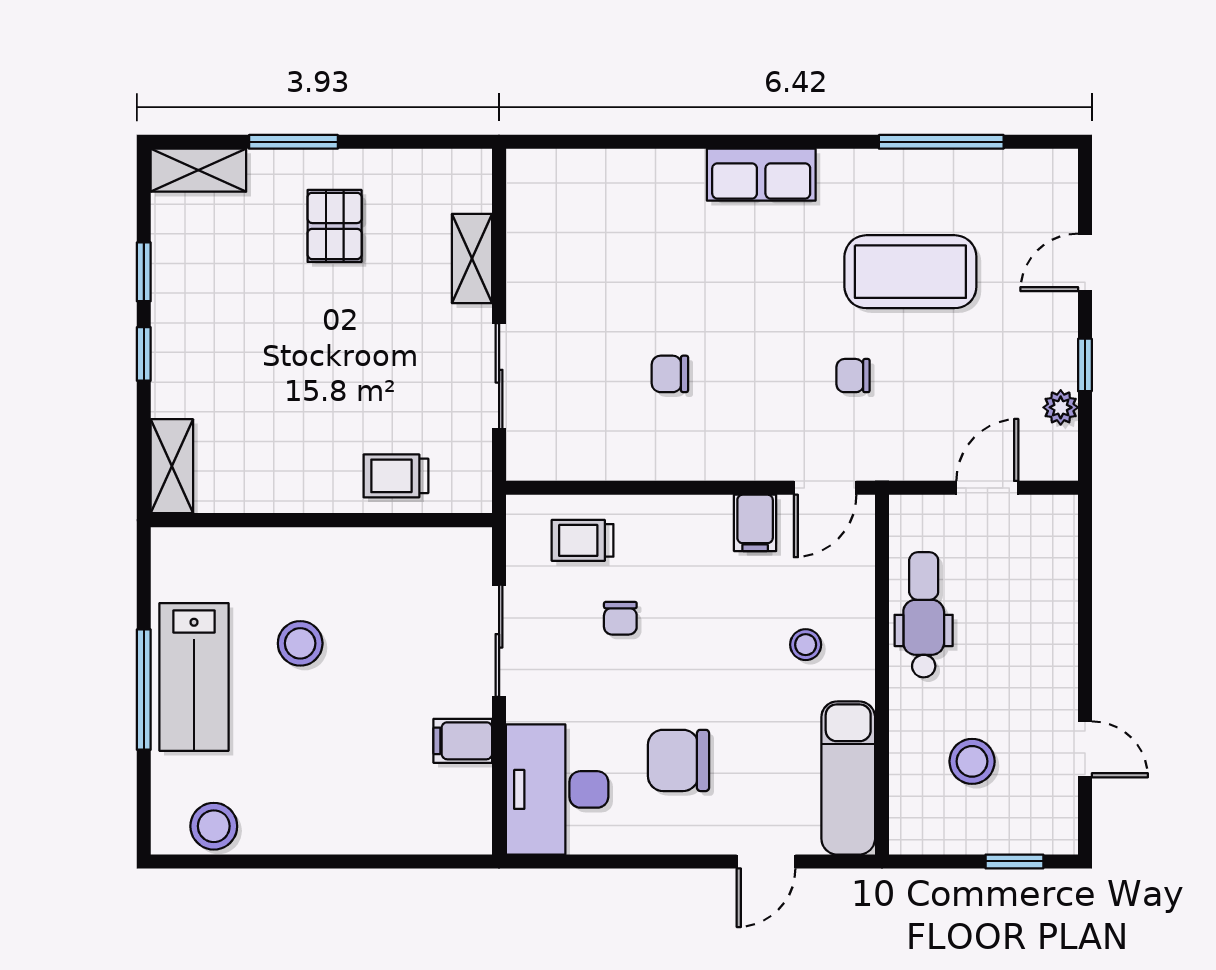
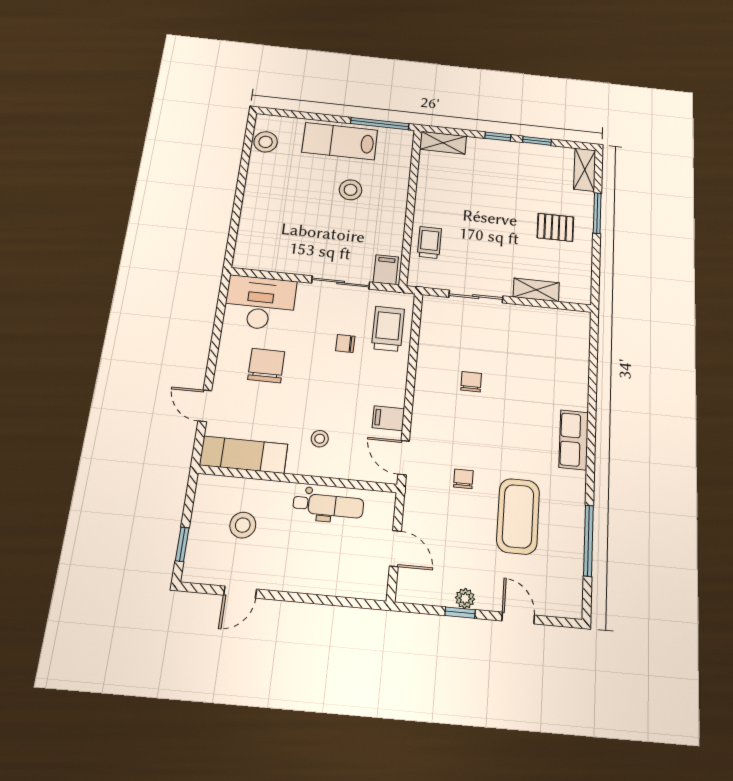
plant: (1061, 407) -> (465, 598), moved
trolley: (583, 540) -> (388, 329), width x1.36, depth x1.39
window: (144, 690) -> (380, 124), moved
filing cabinet: (463, 741) -> (386, 270), moved

